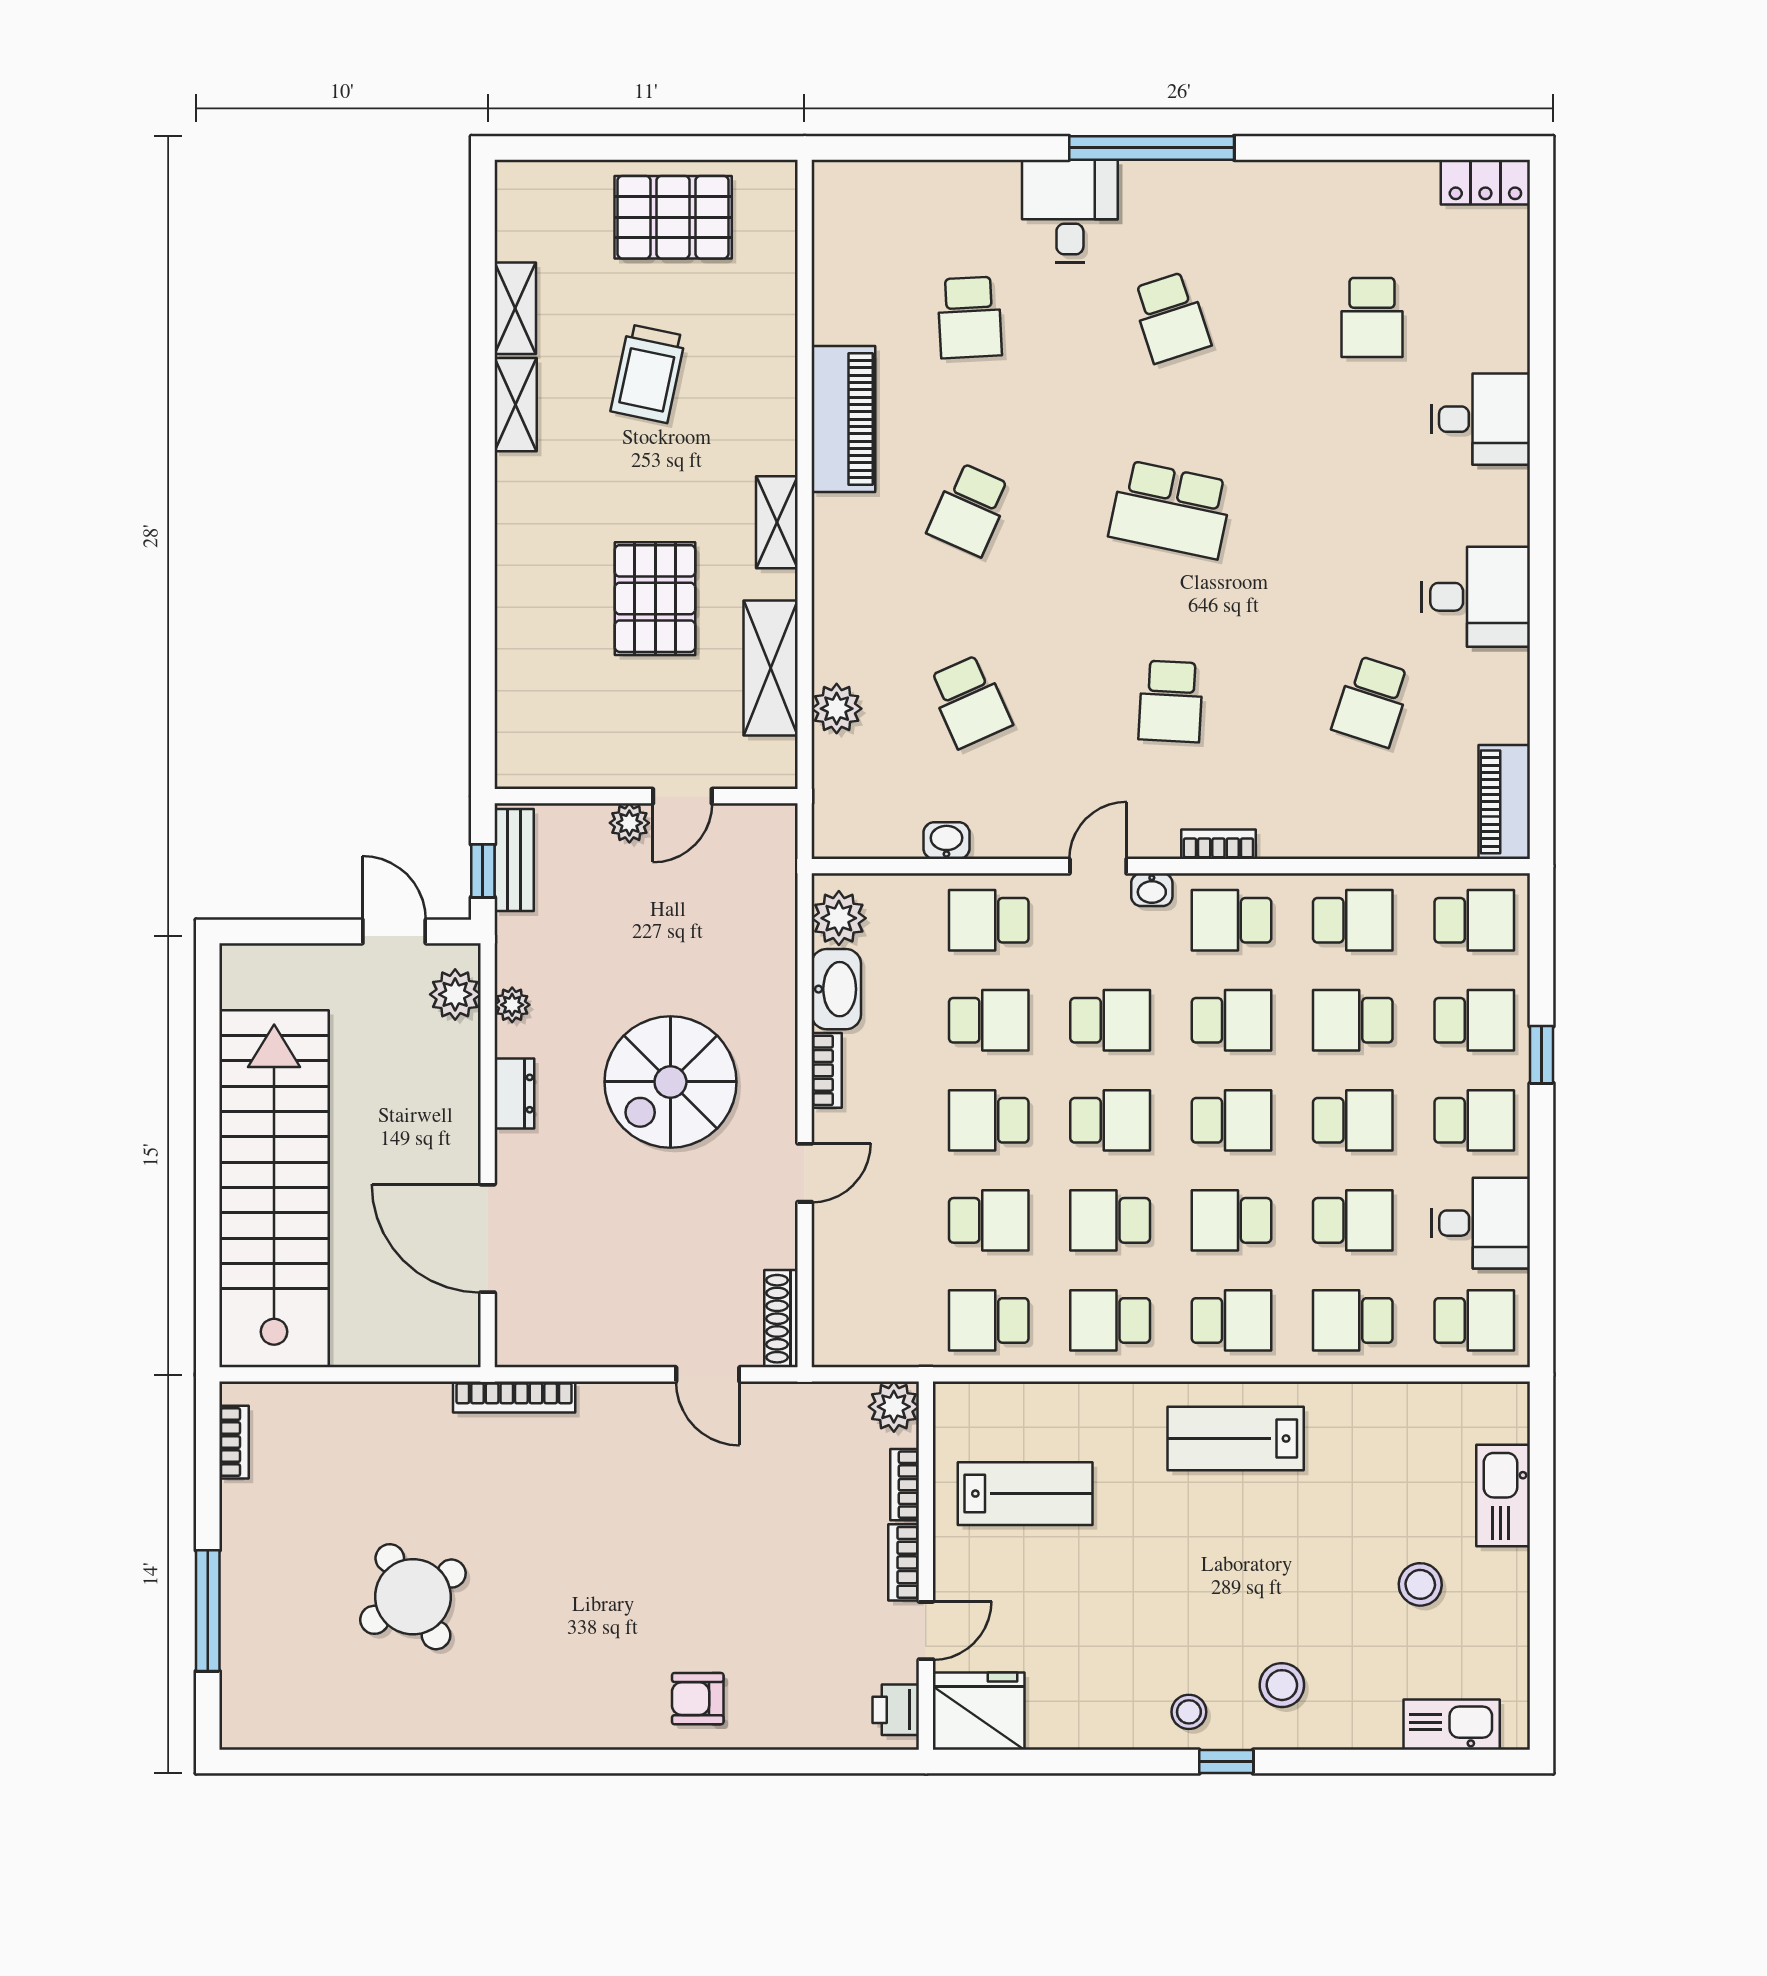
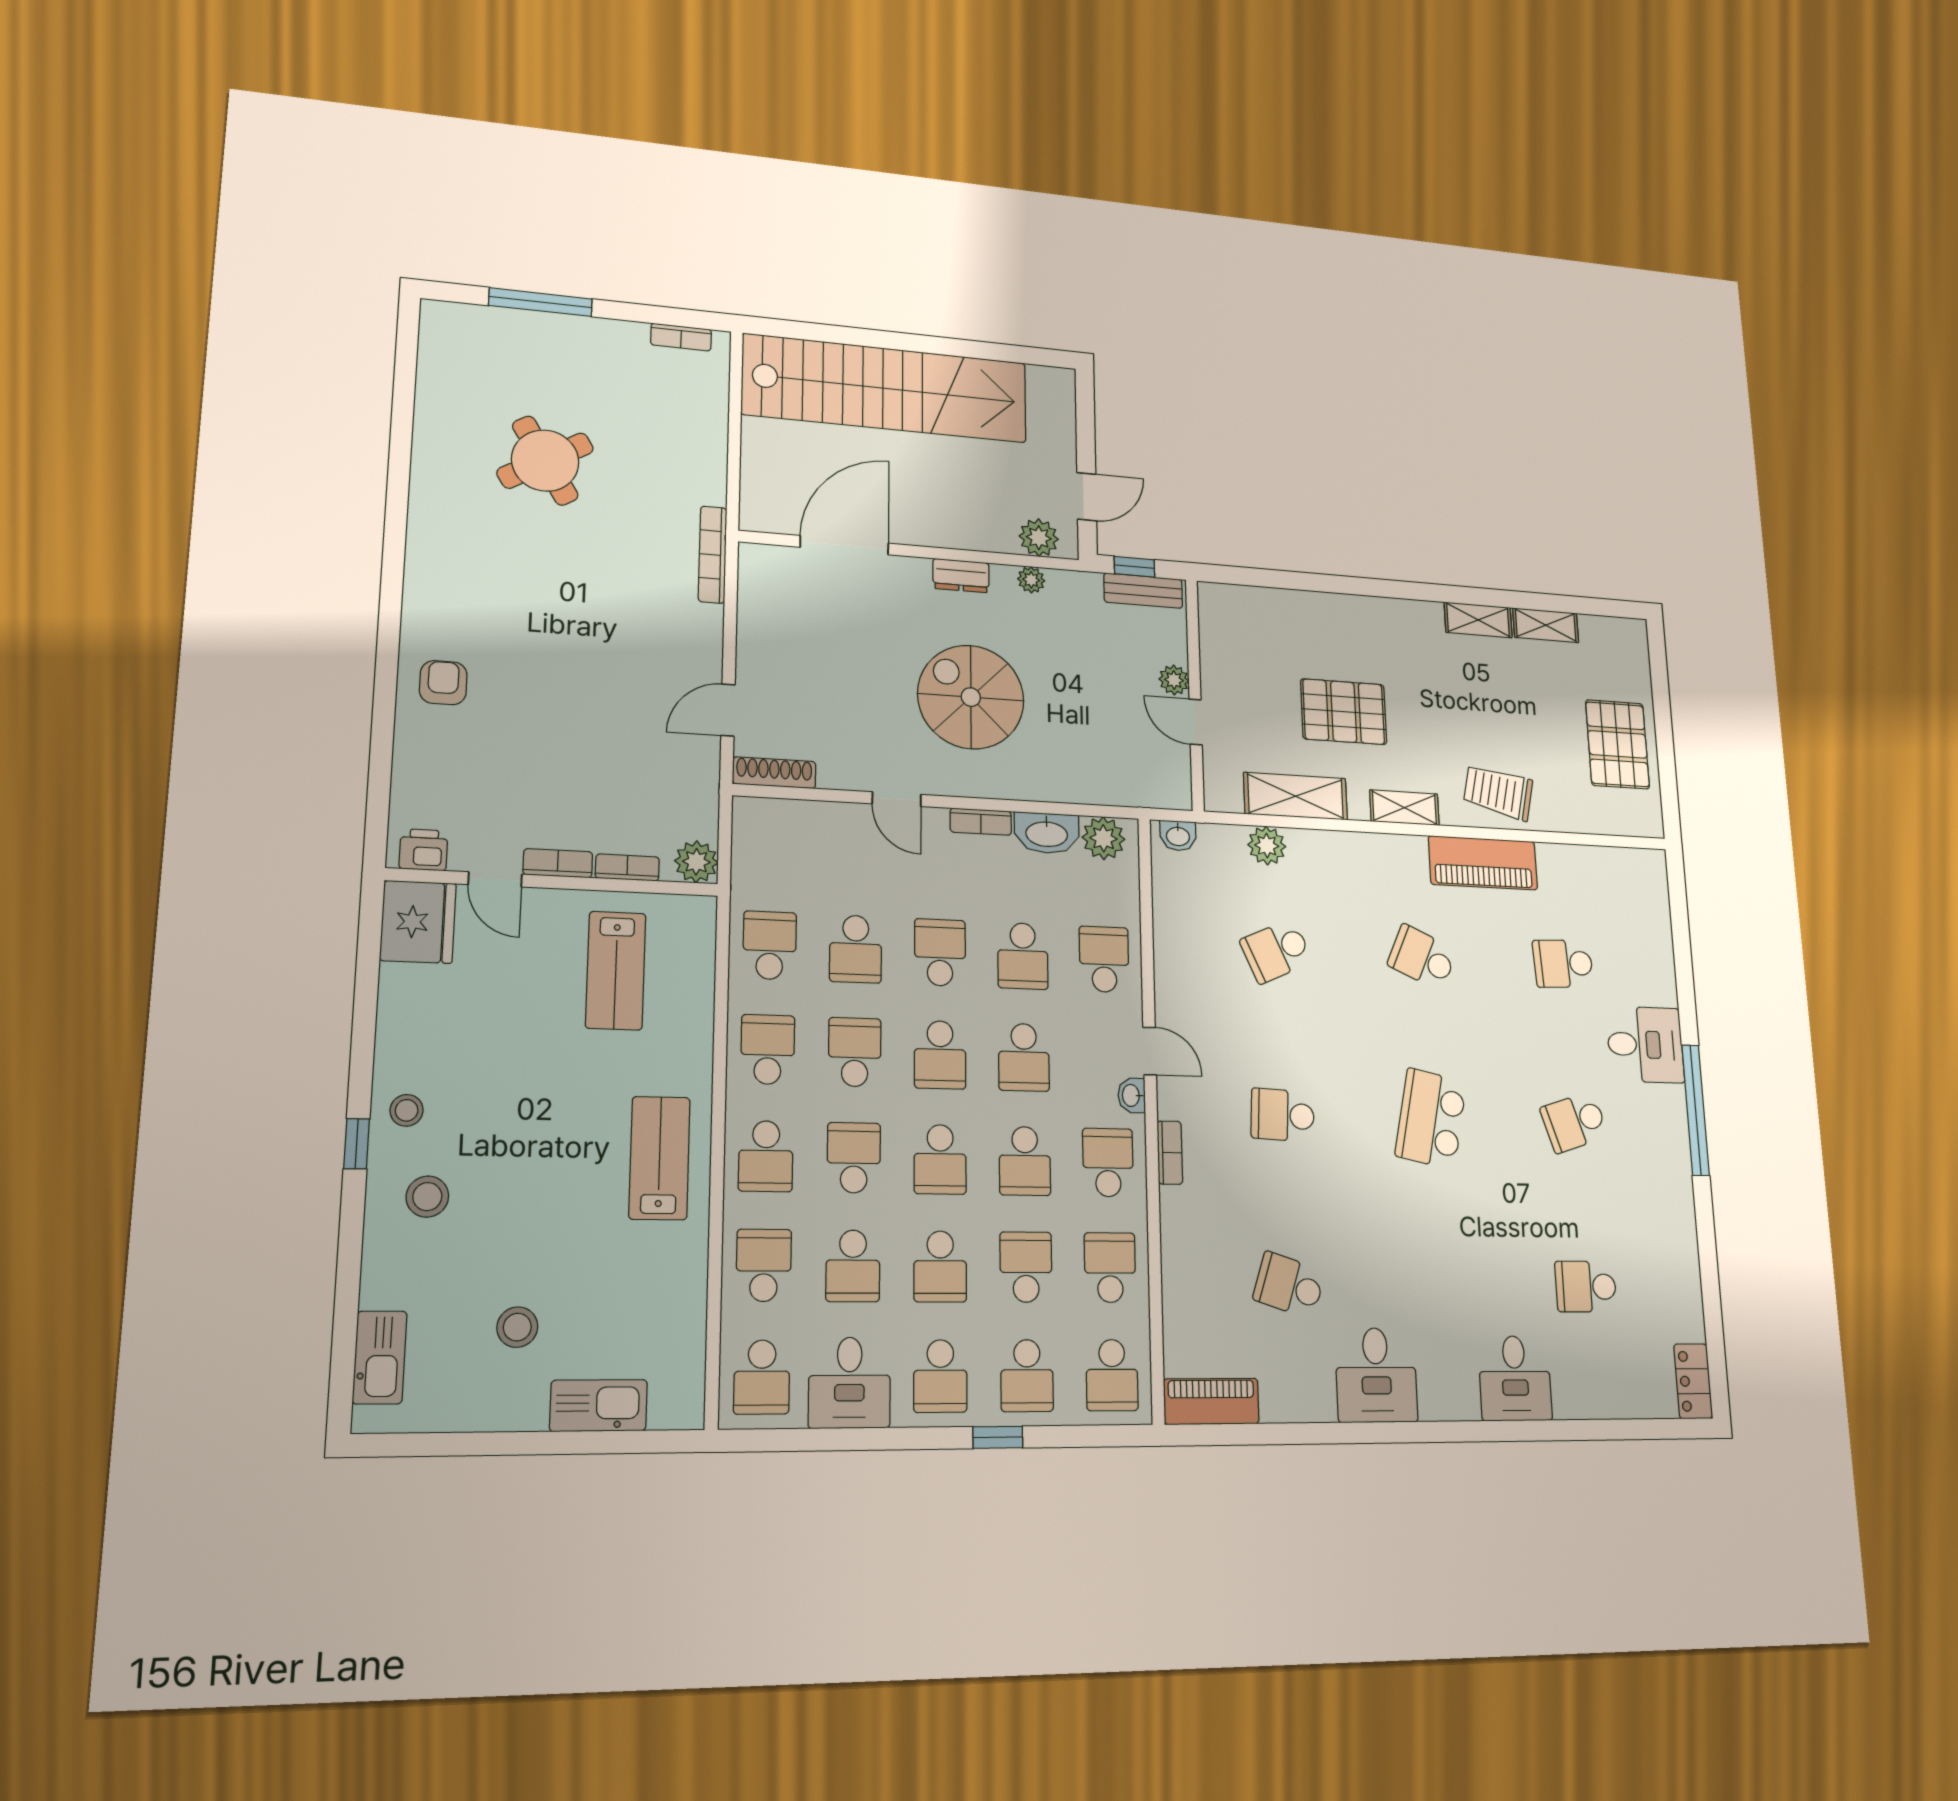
trolley: (648, 374) -> (1498, 792), moved
washbasin: (946, 841) -> (1178, 836), moved, turned 90
school desk: (1353, 920) -> (1110, 1268), turned 180

